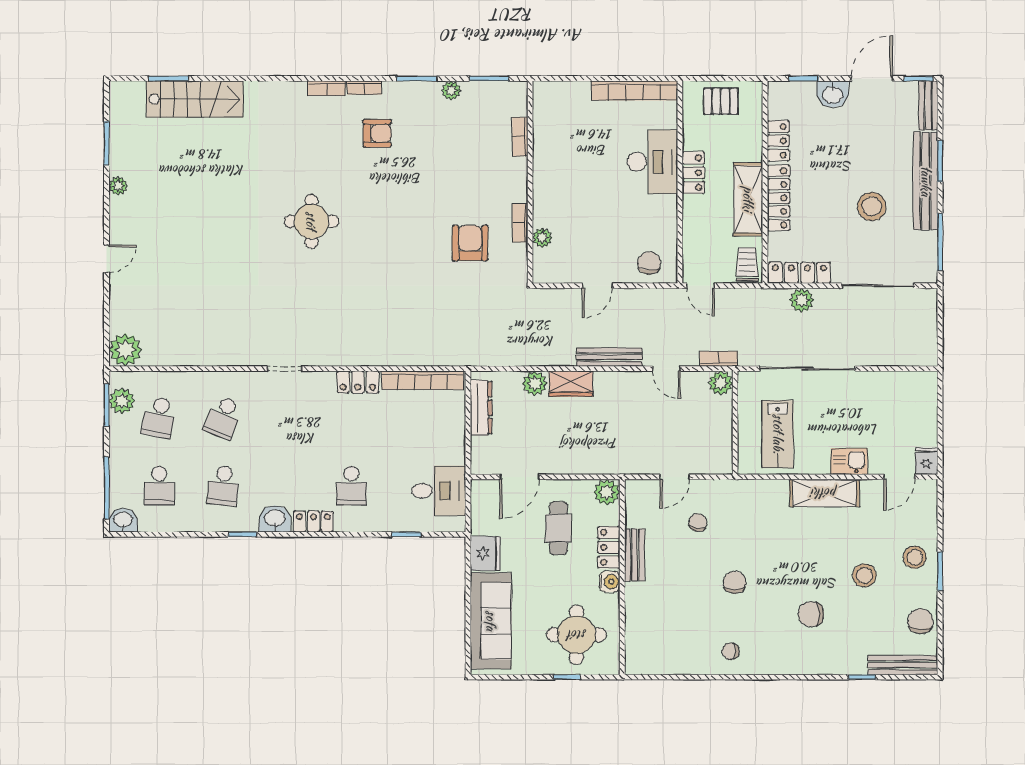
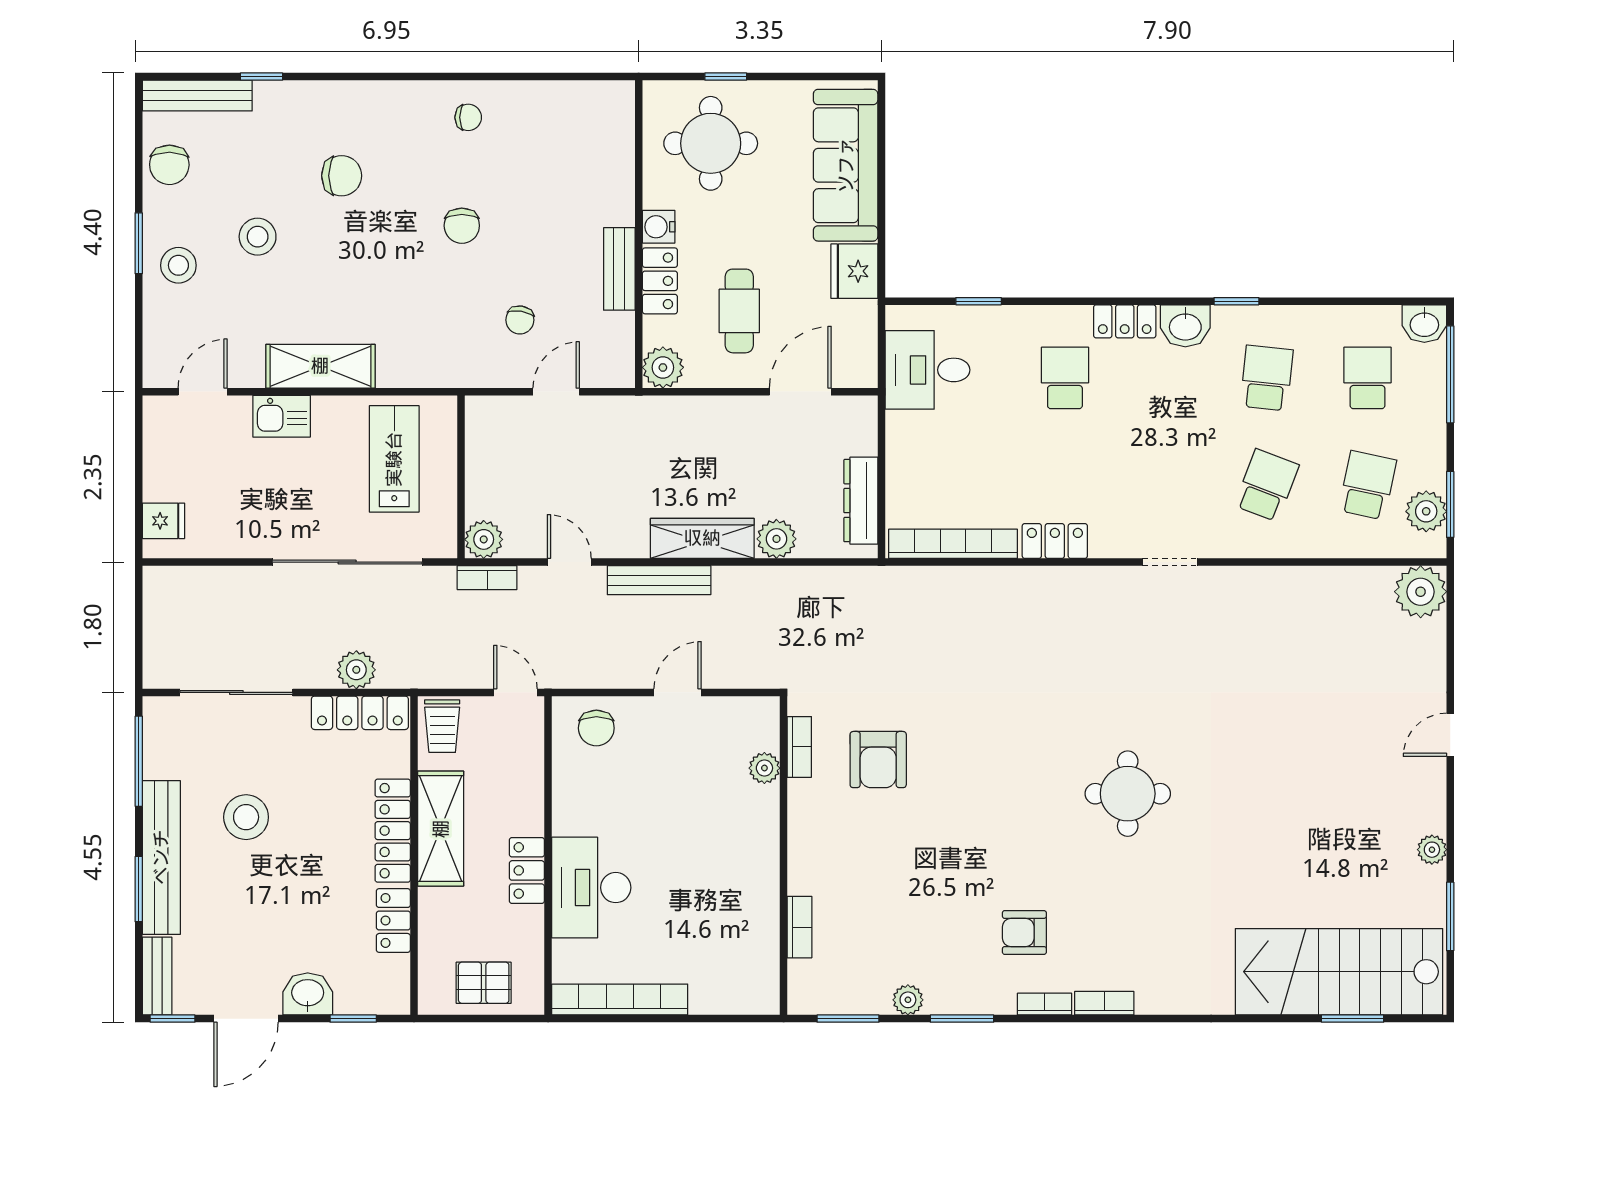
stairs: (195, 99) -> (1339, 972), width x1.36, depth x1.51
bookcase: (520, 223) -> (799, 747), moved
wardrobe: (571, 384) -> (702, 538), width x1.50
fridge: (926, 461) -> (163, 521), moved, turned -90

